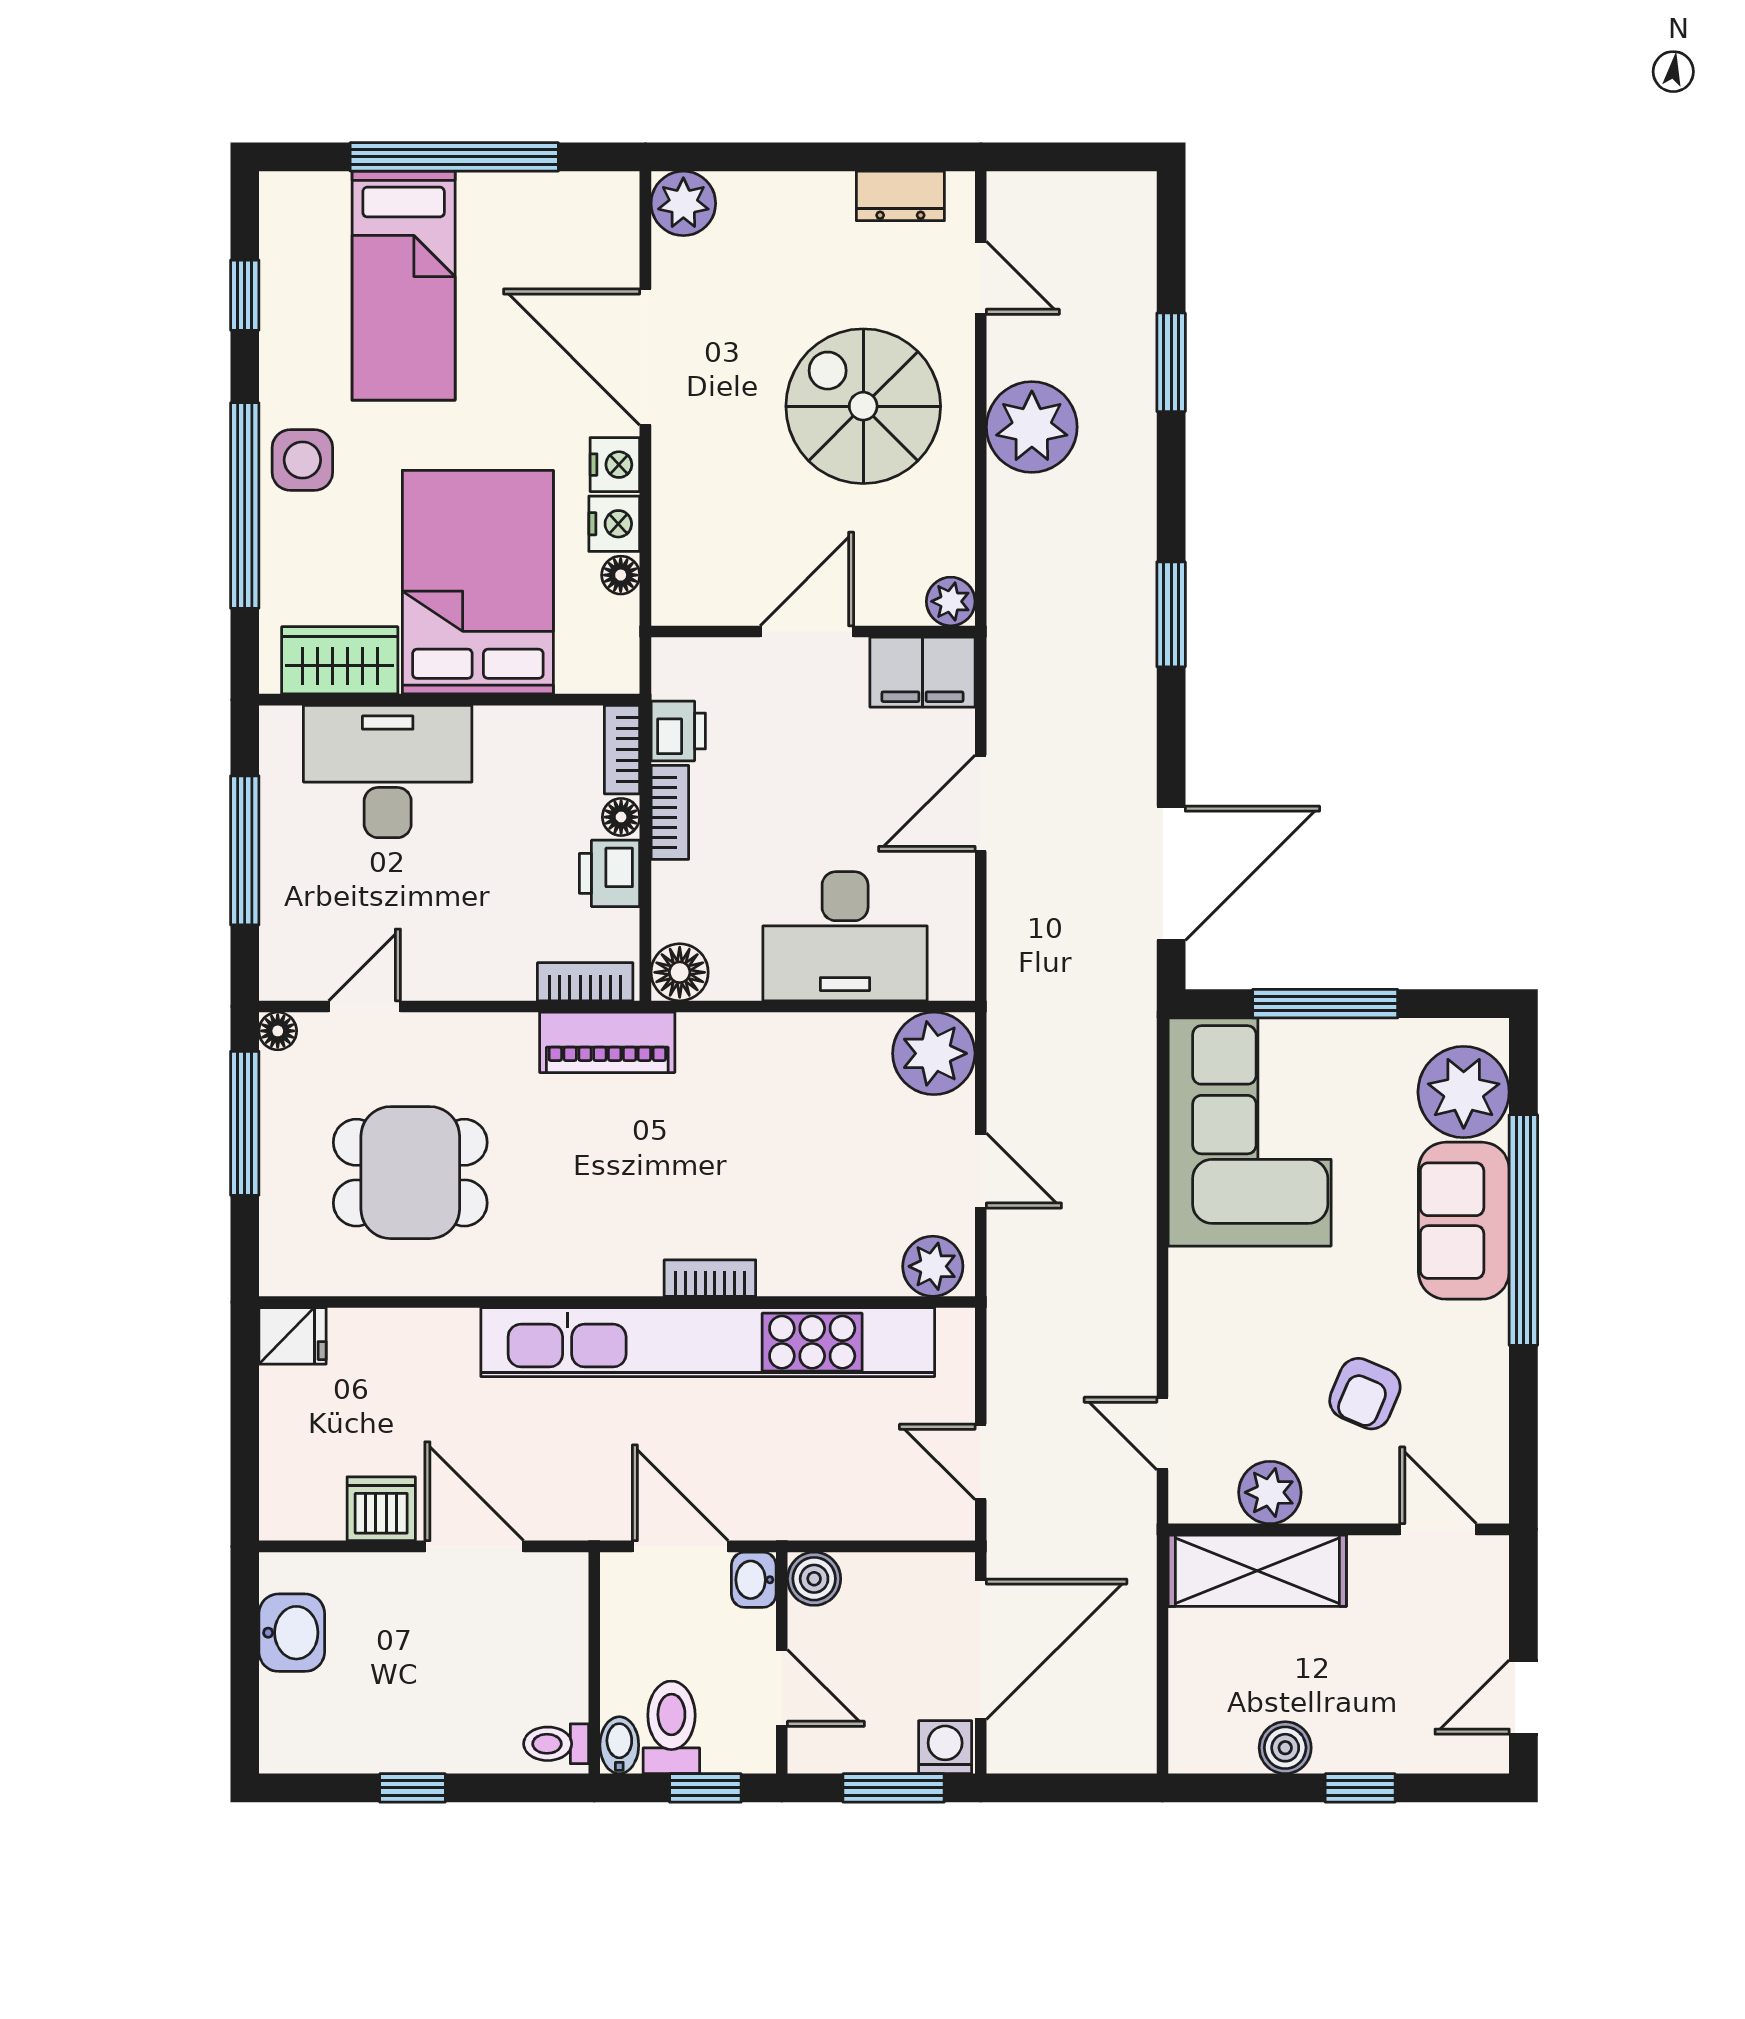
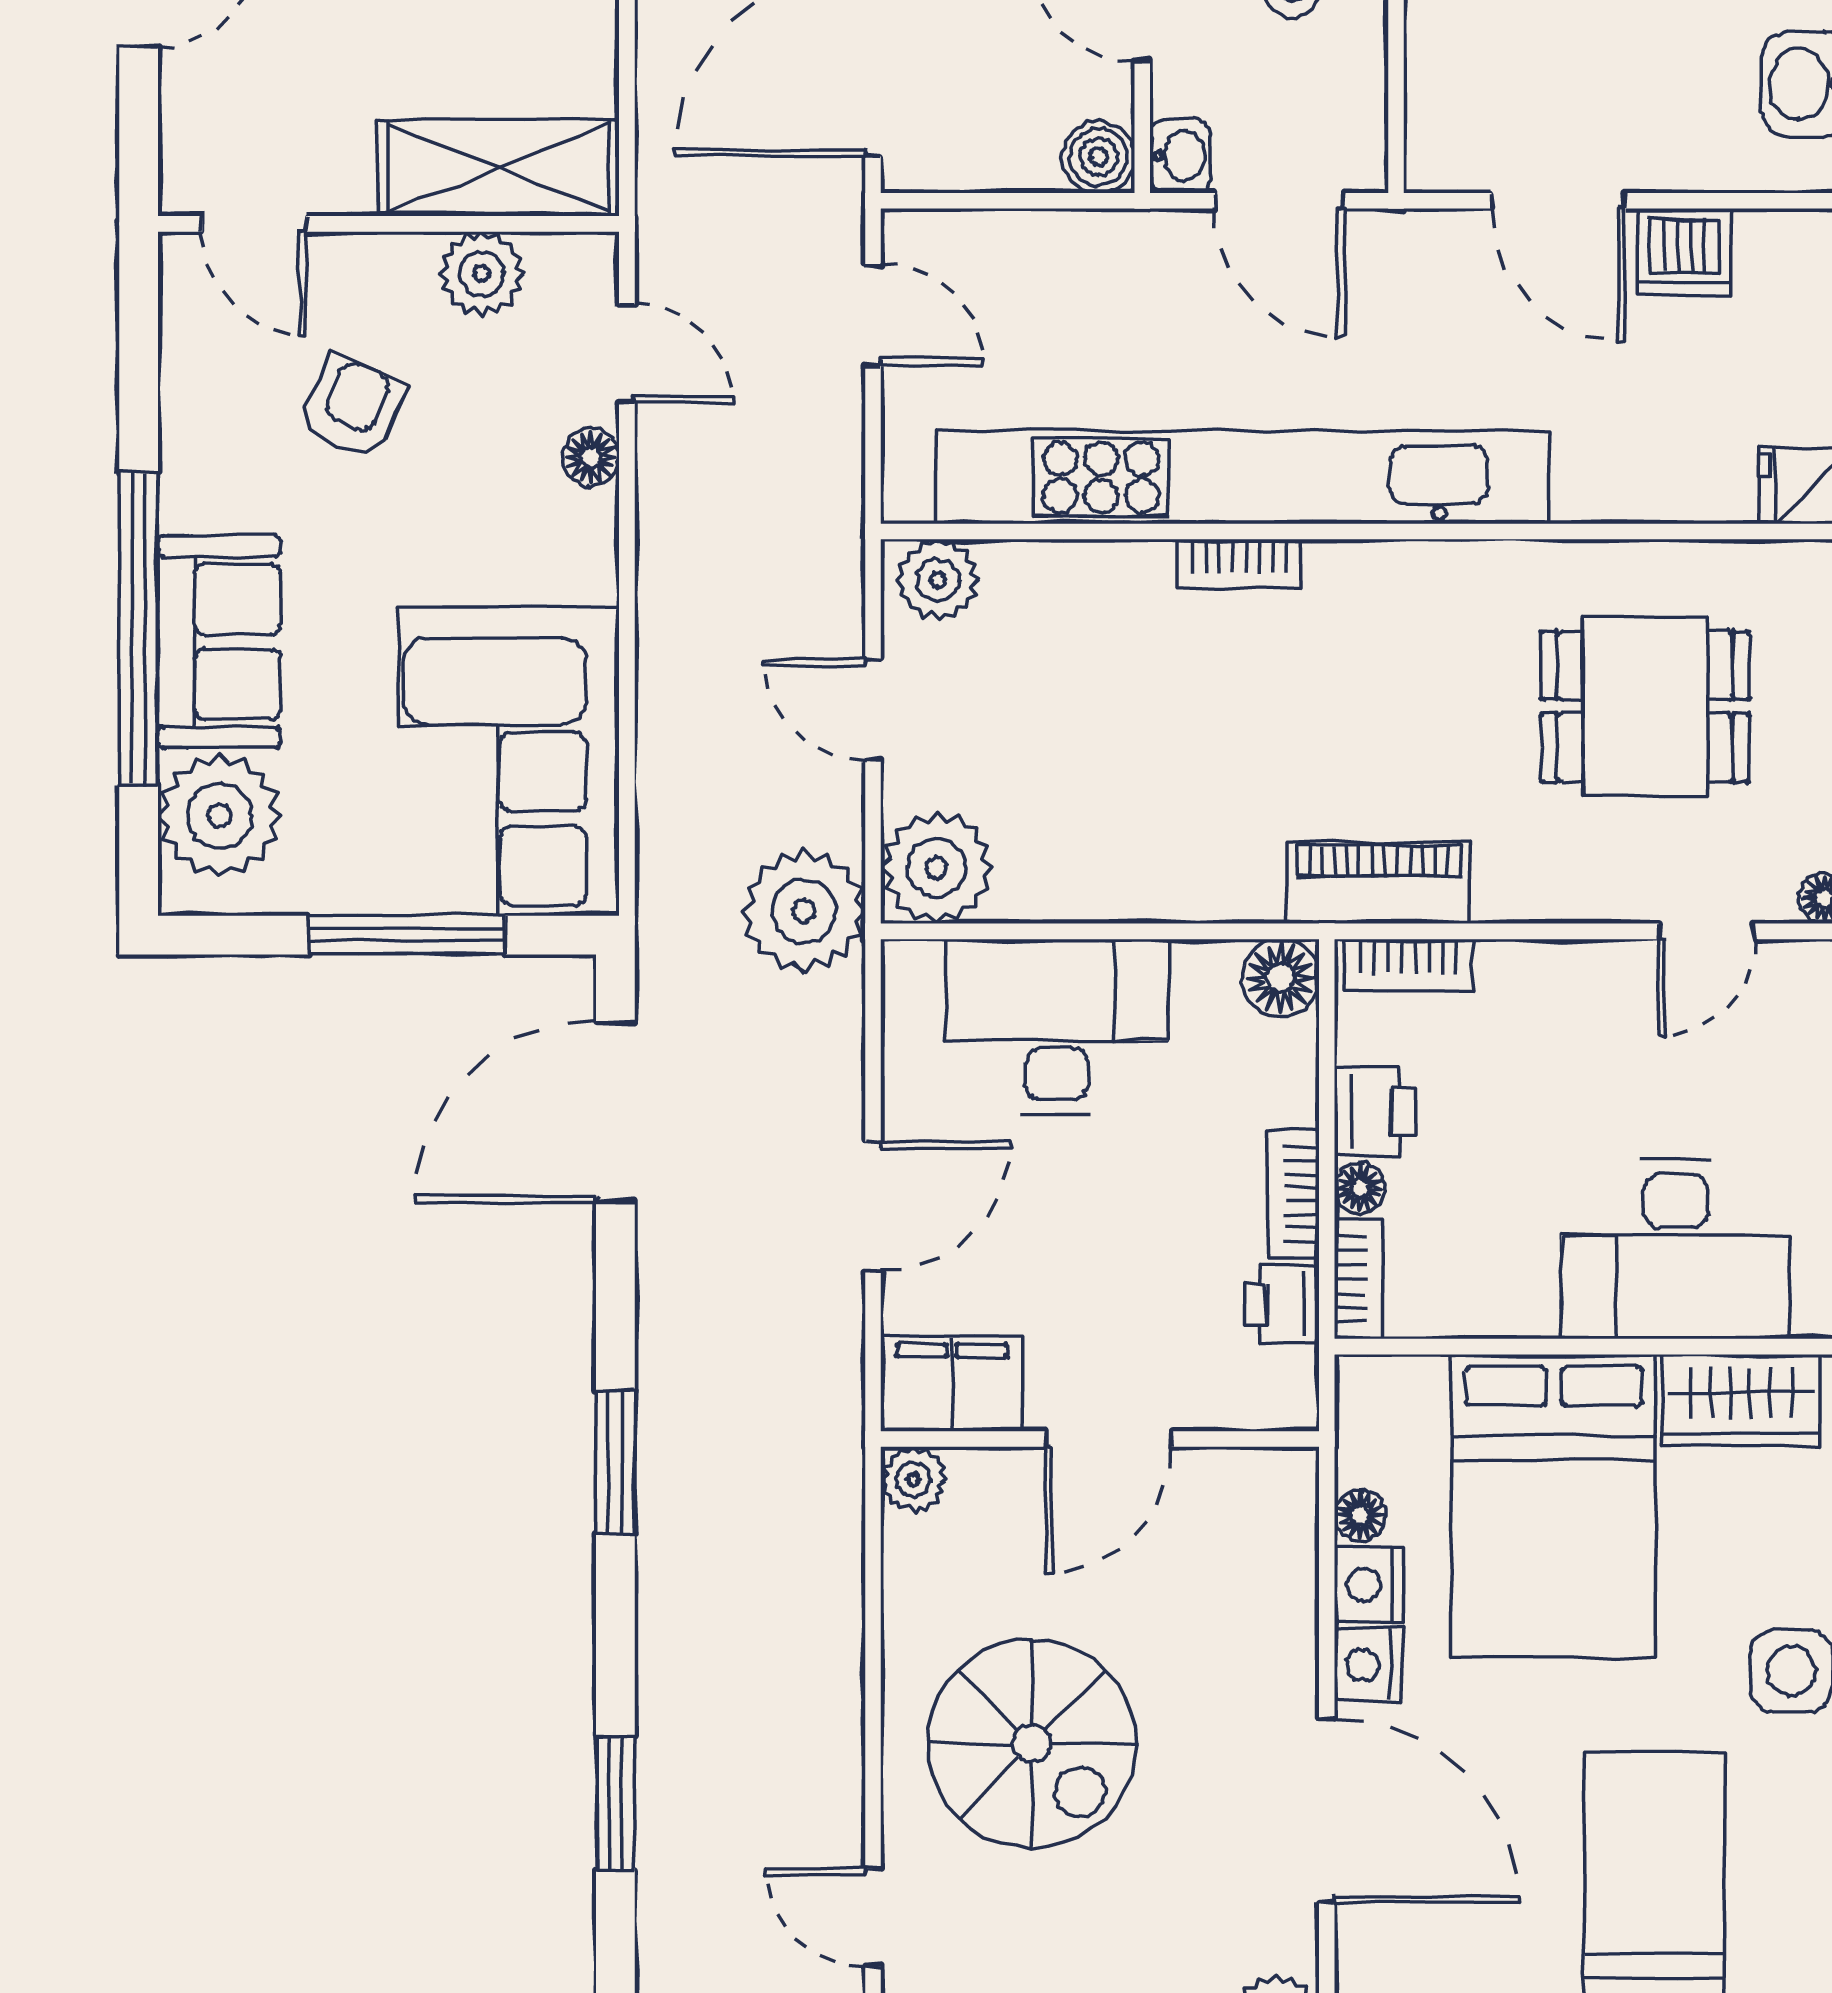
plant: (1032, 427) -> (804, 911), moved
floor lamp: (1189, 1357) -> (591, 457), added

